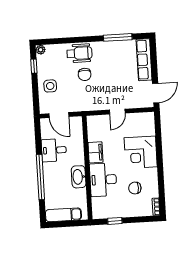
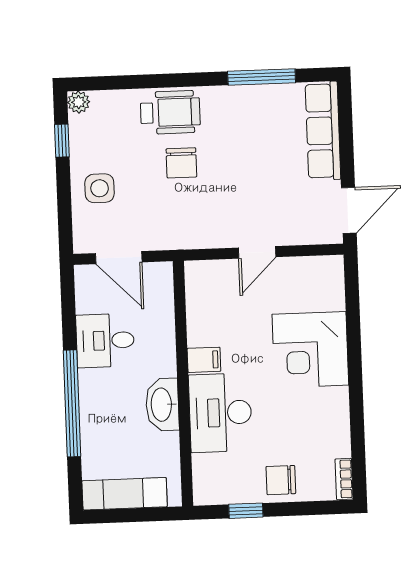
filing cabinet: (96, 152) -> (204, 360), width x0.50
chair: (135, 188) -> (281, 480), moved

